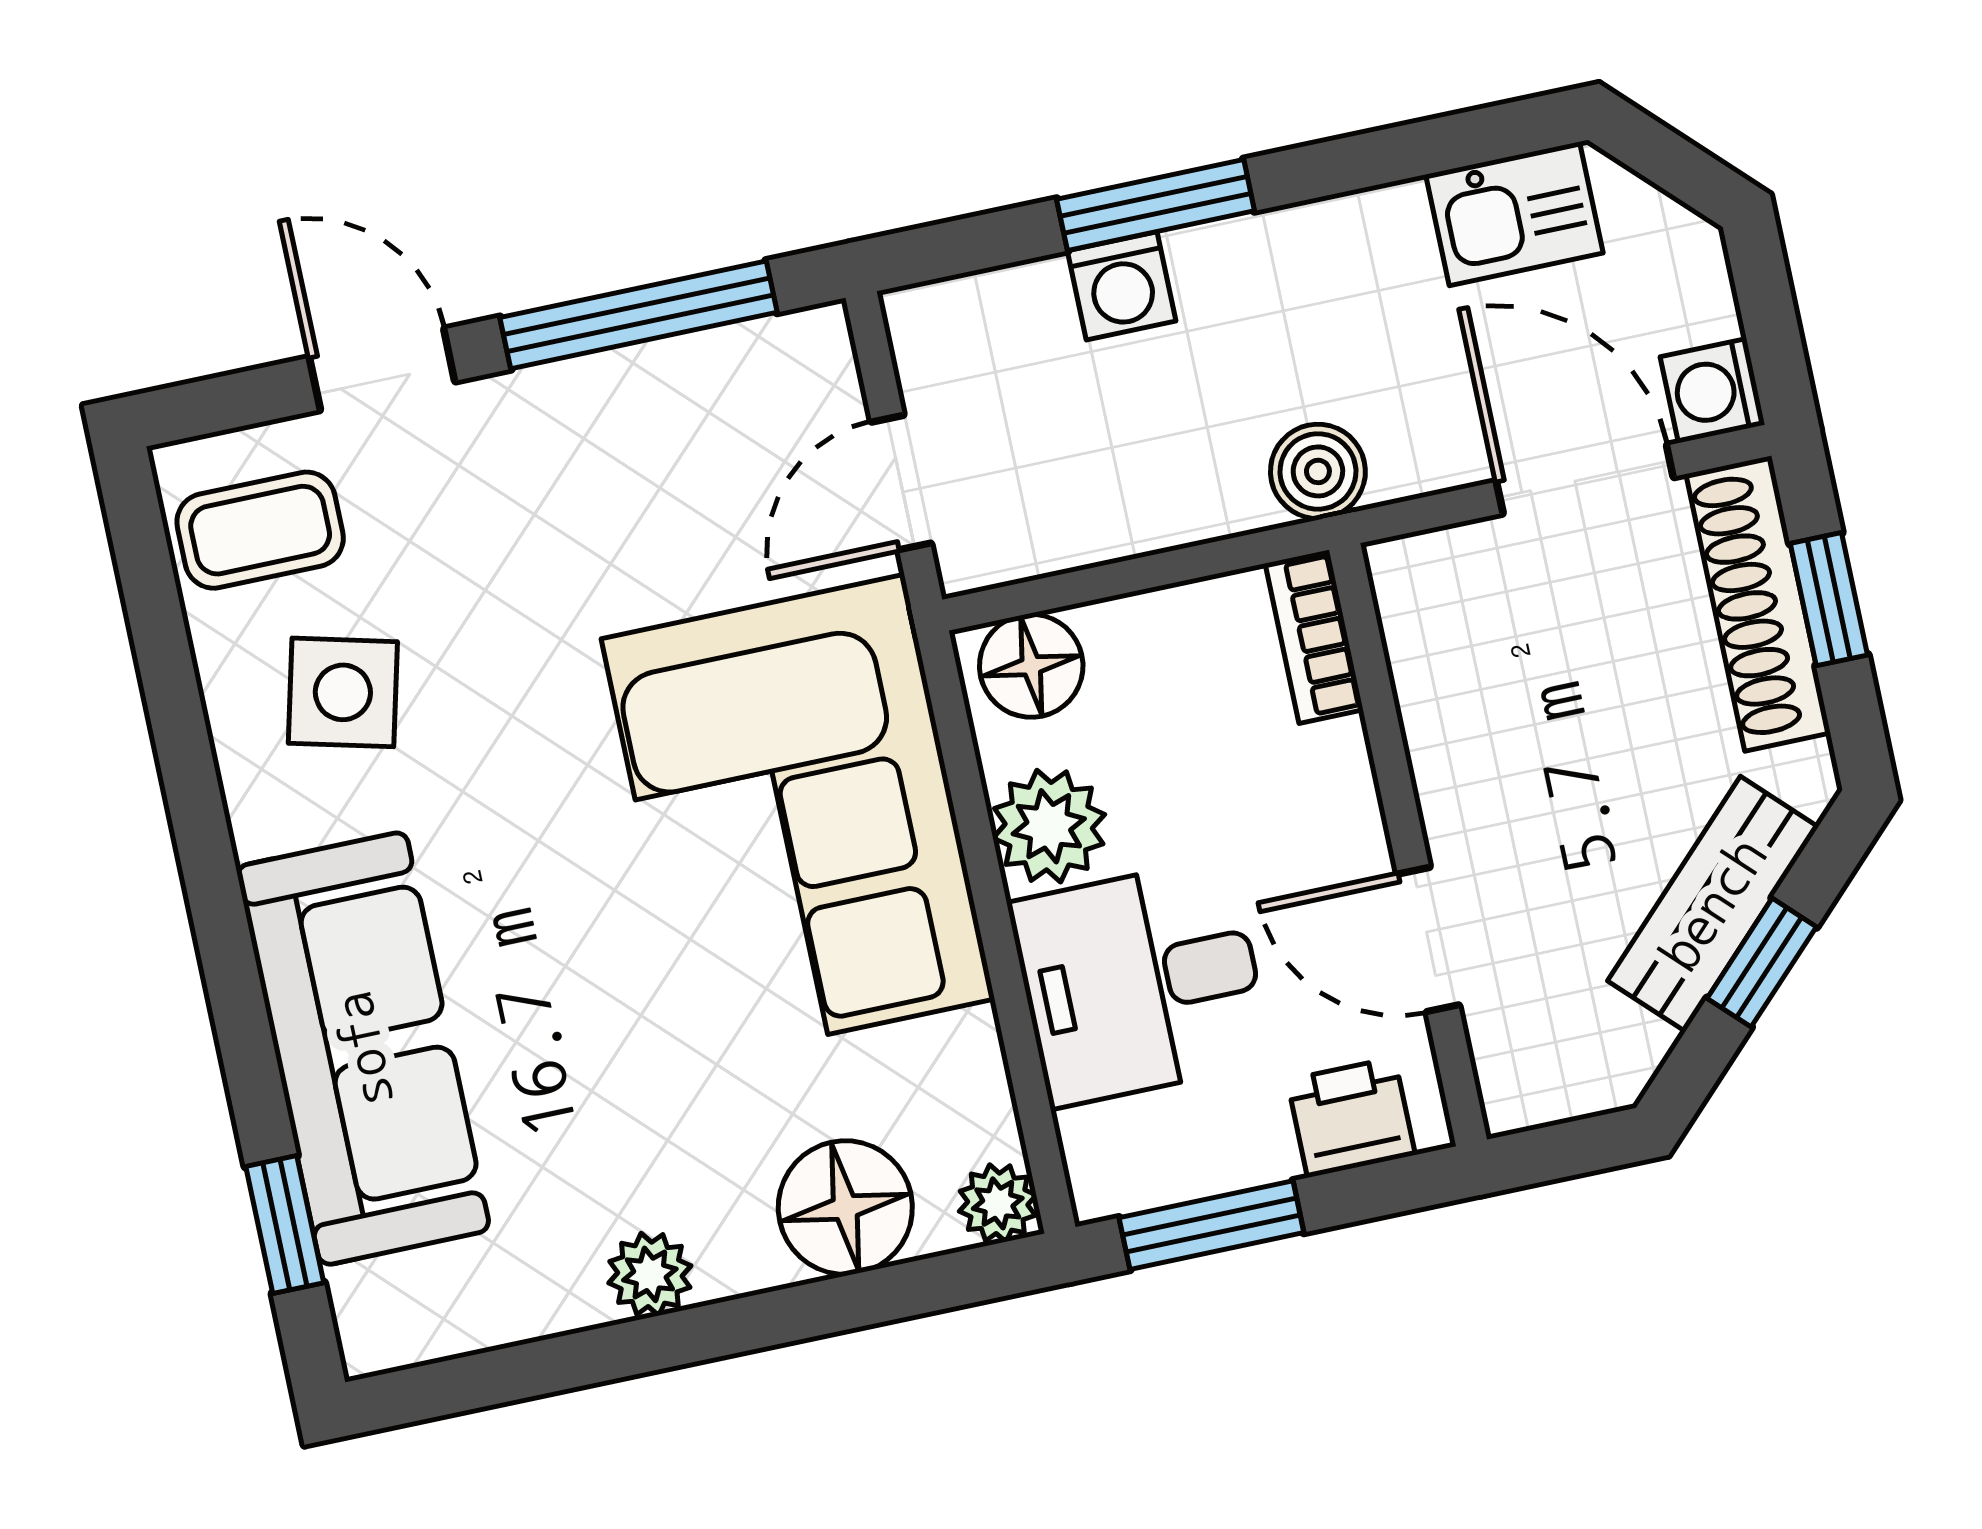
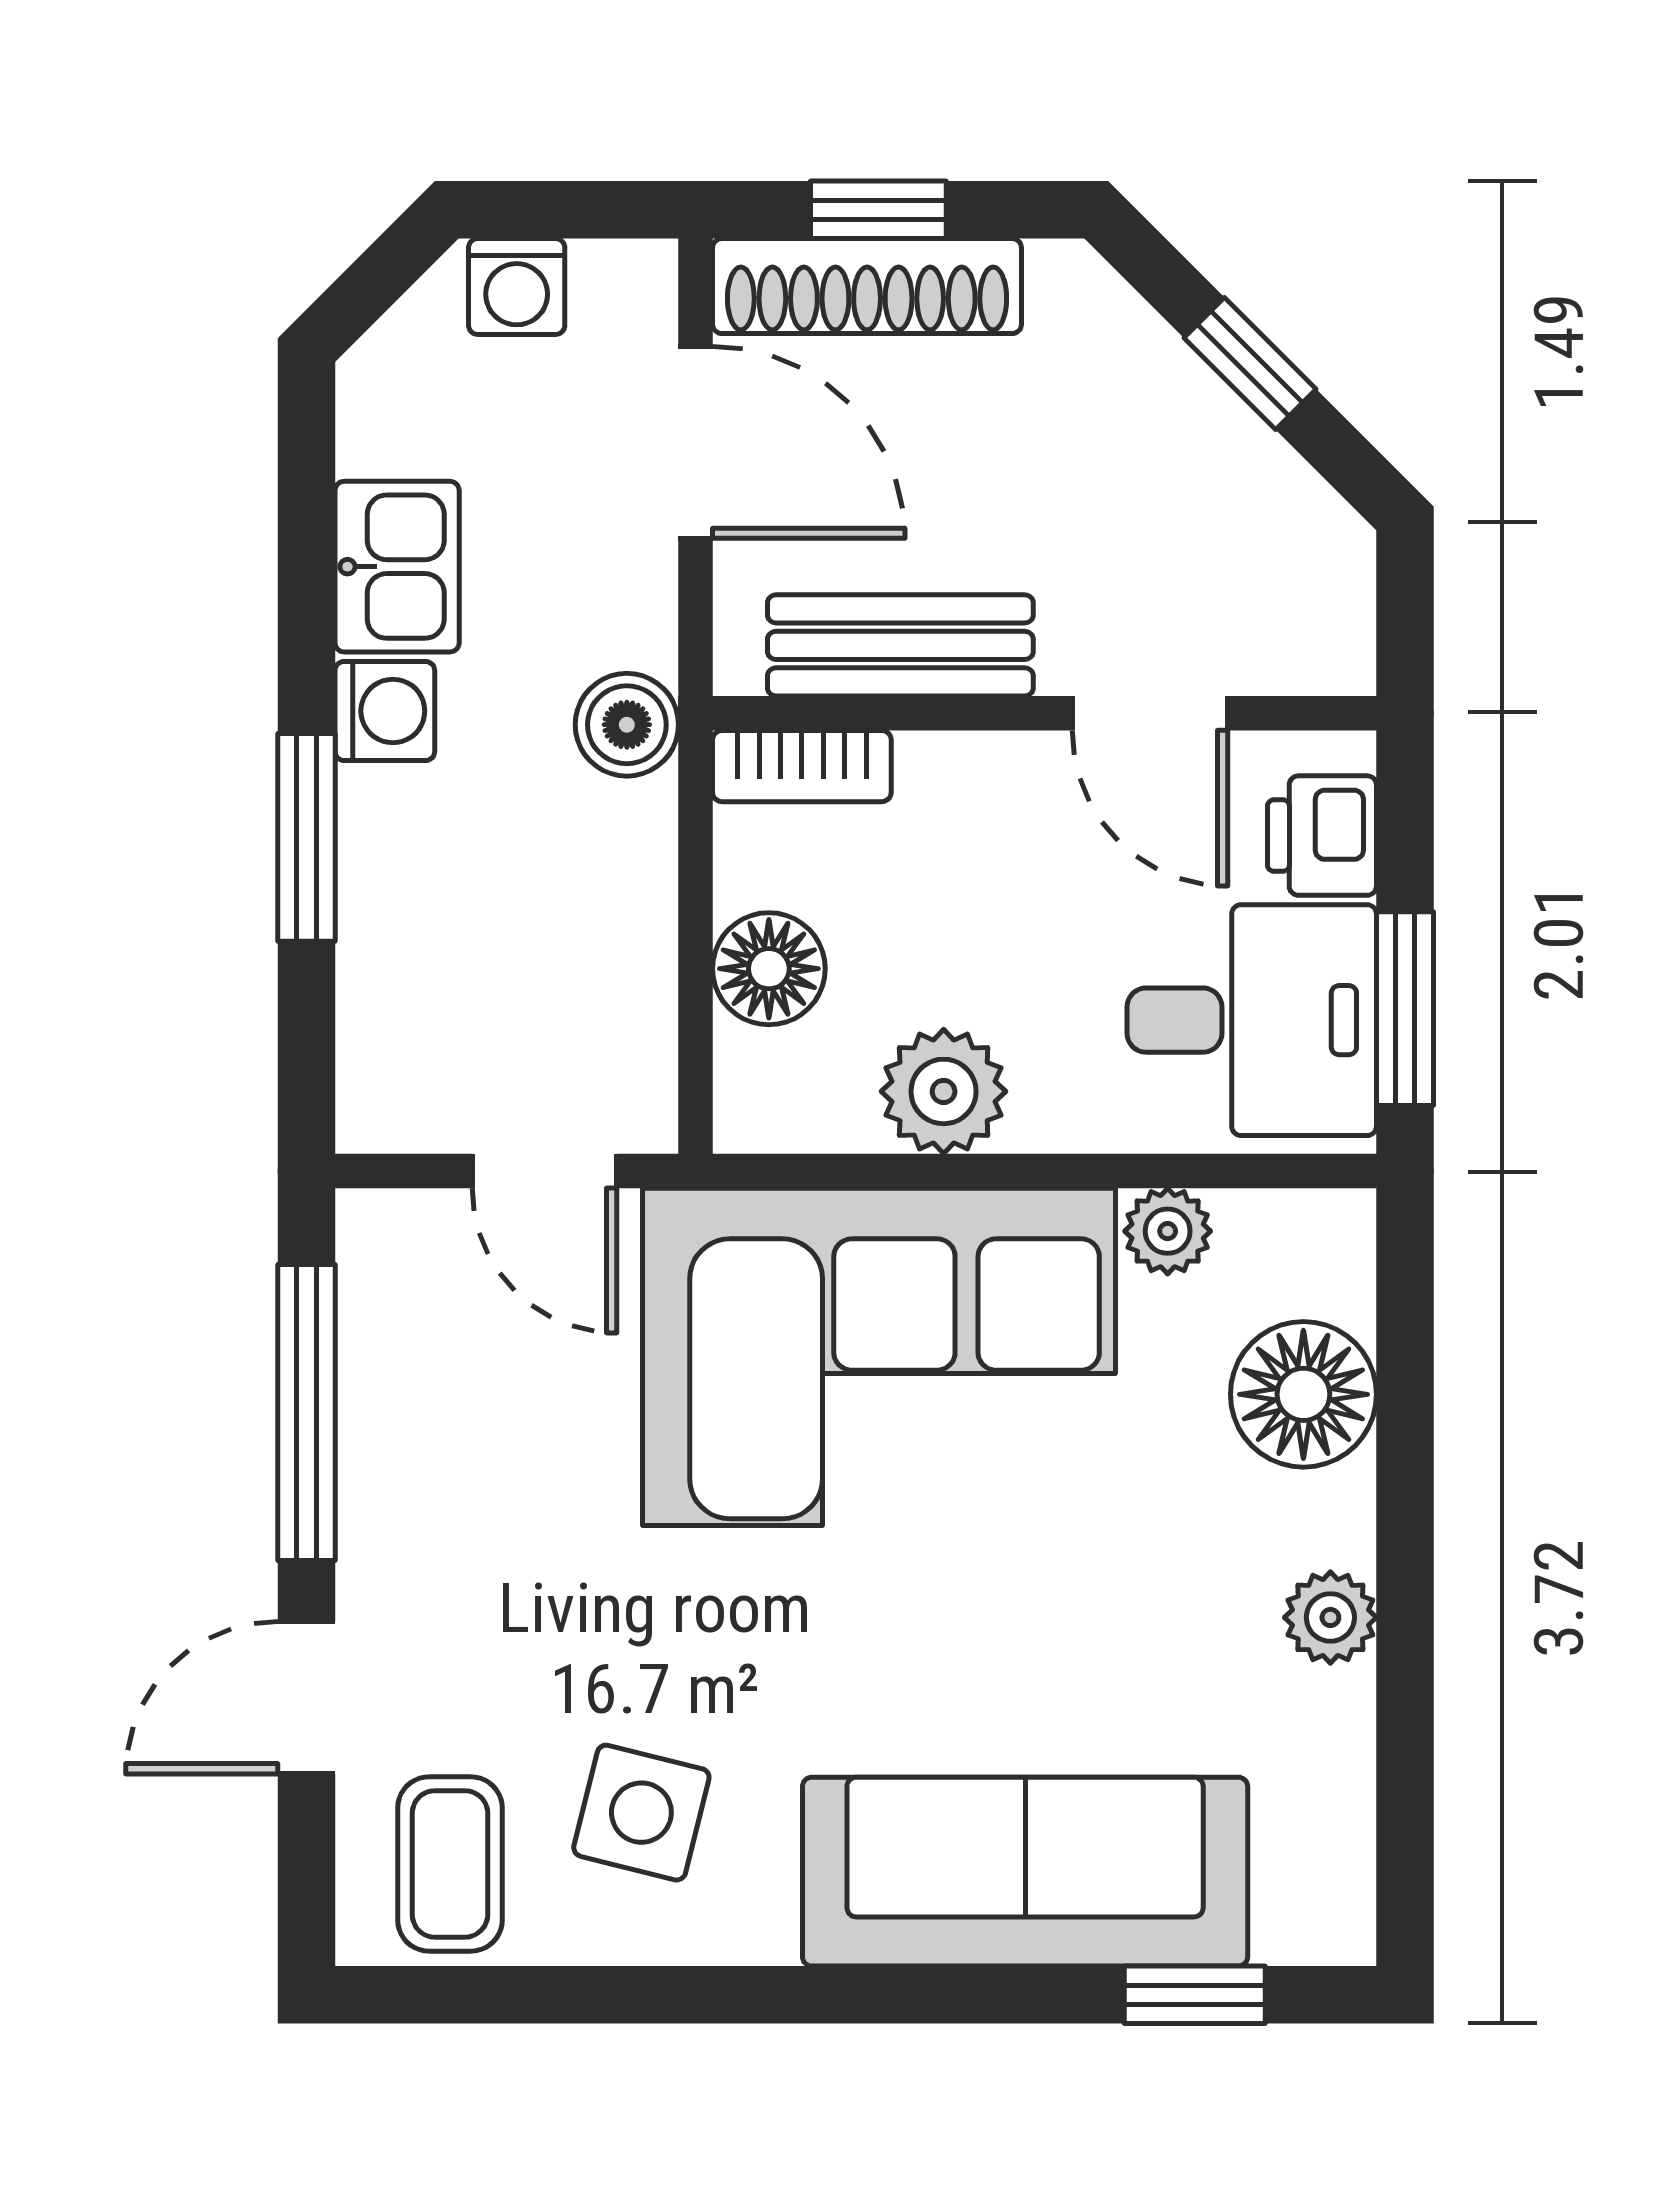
kitchen sink: (1514, 214) -> (397, 567), moved
washing machine: (1122, 286) -> (385, 711), moved
washing machine: (1713, 391) -> (517, 286), moved
door: (1585, 479) -> (696, 442), swing flipped
floor lamp: (1031, 666) -> (769, 969), moved
bench: (1713, 904) -> (900, 645), moved, turned -45
door: (1428, 939) -> (1150, 713), hinge flipped
desk: (1141, 982) -> (1252, 1020), moved, turned -90
plant: (998, 1203) -> (1168, 1231), moved

